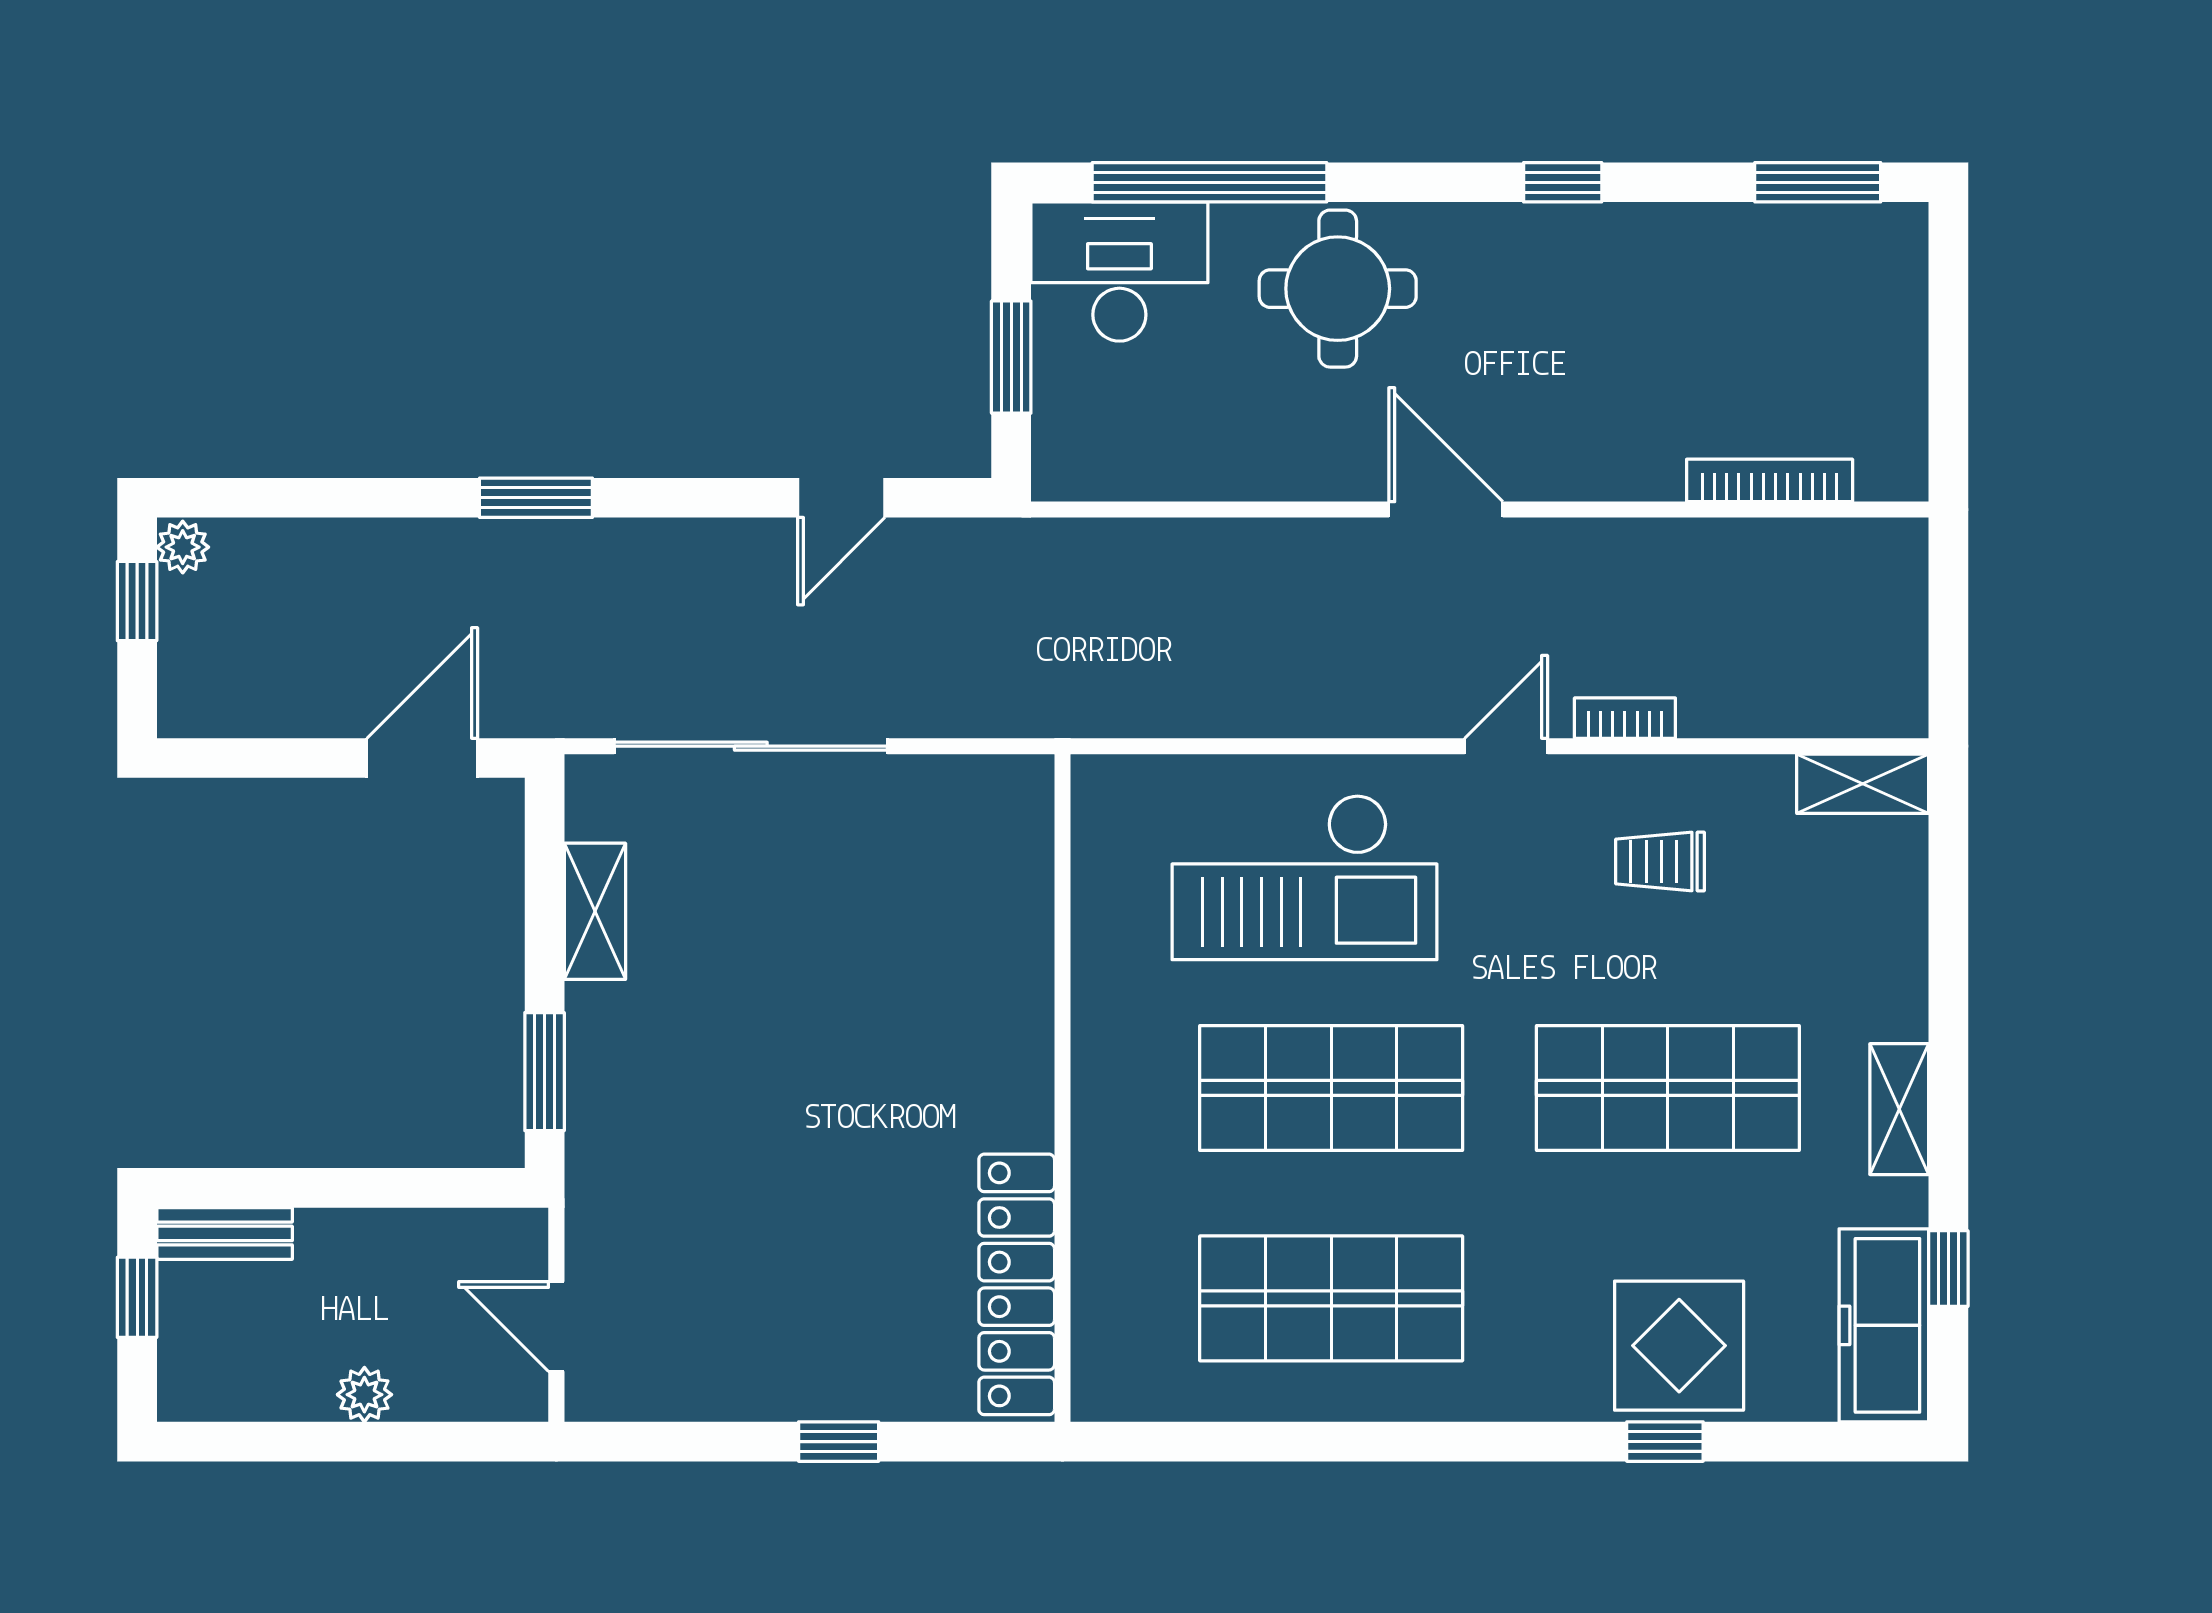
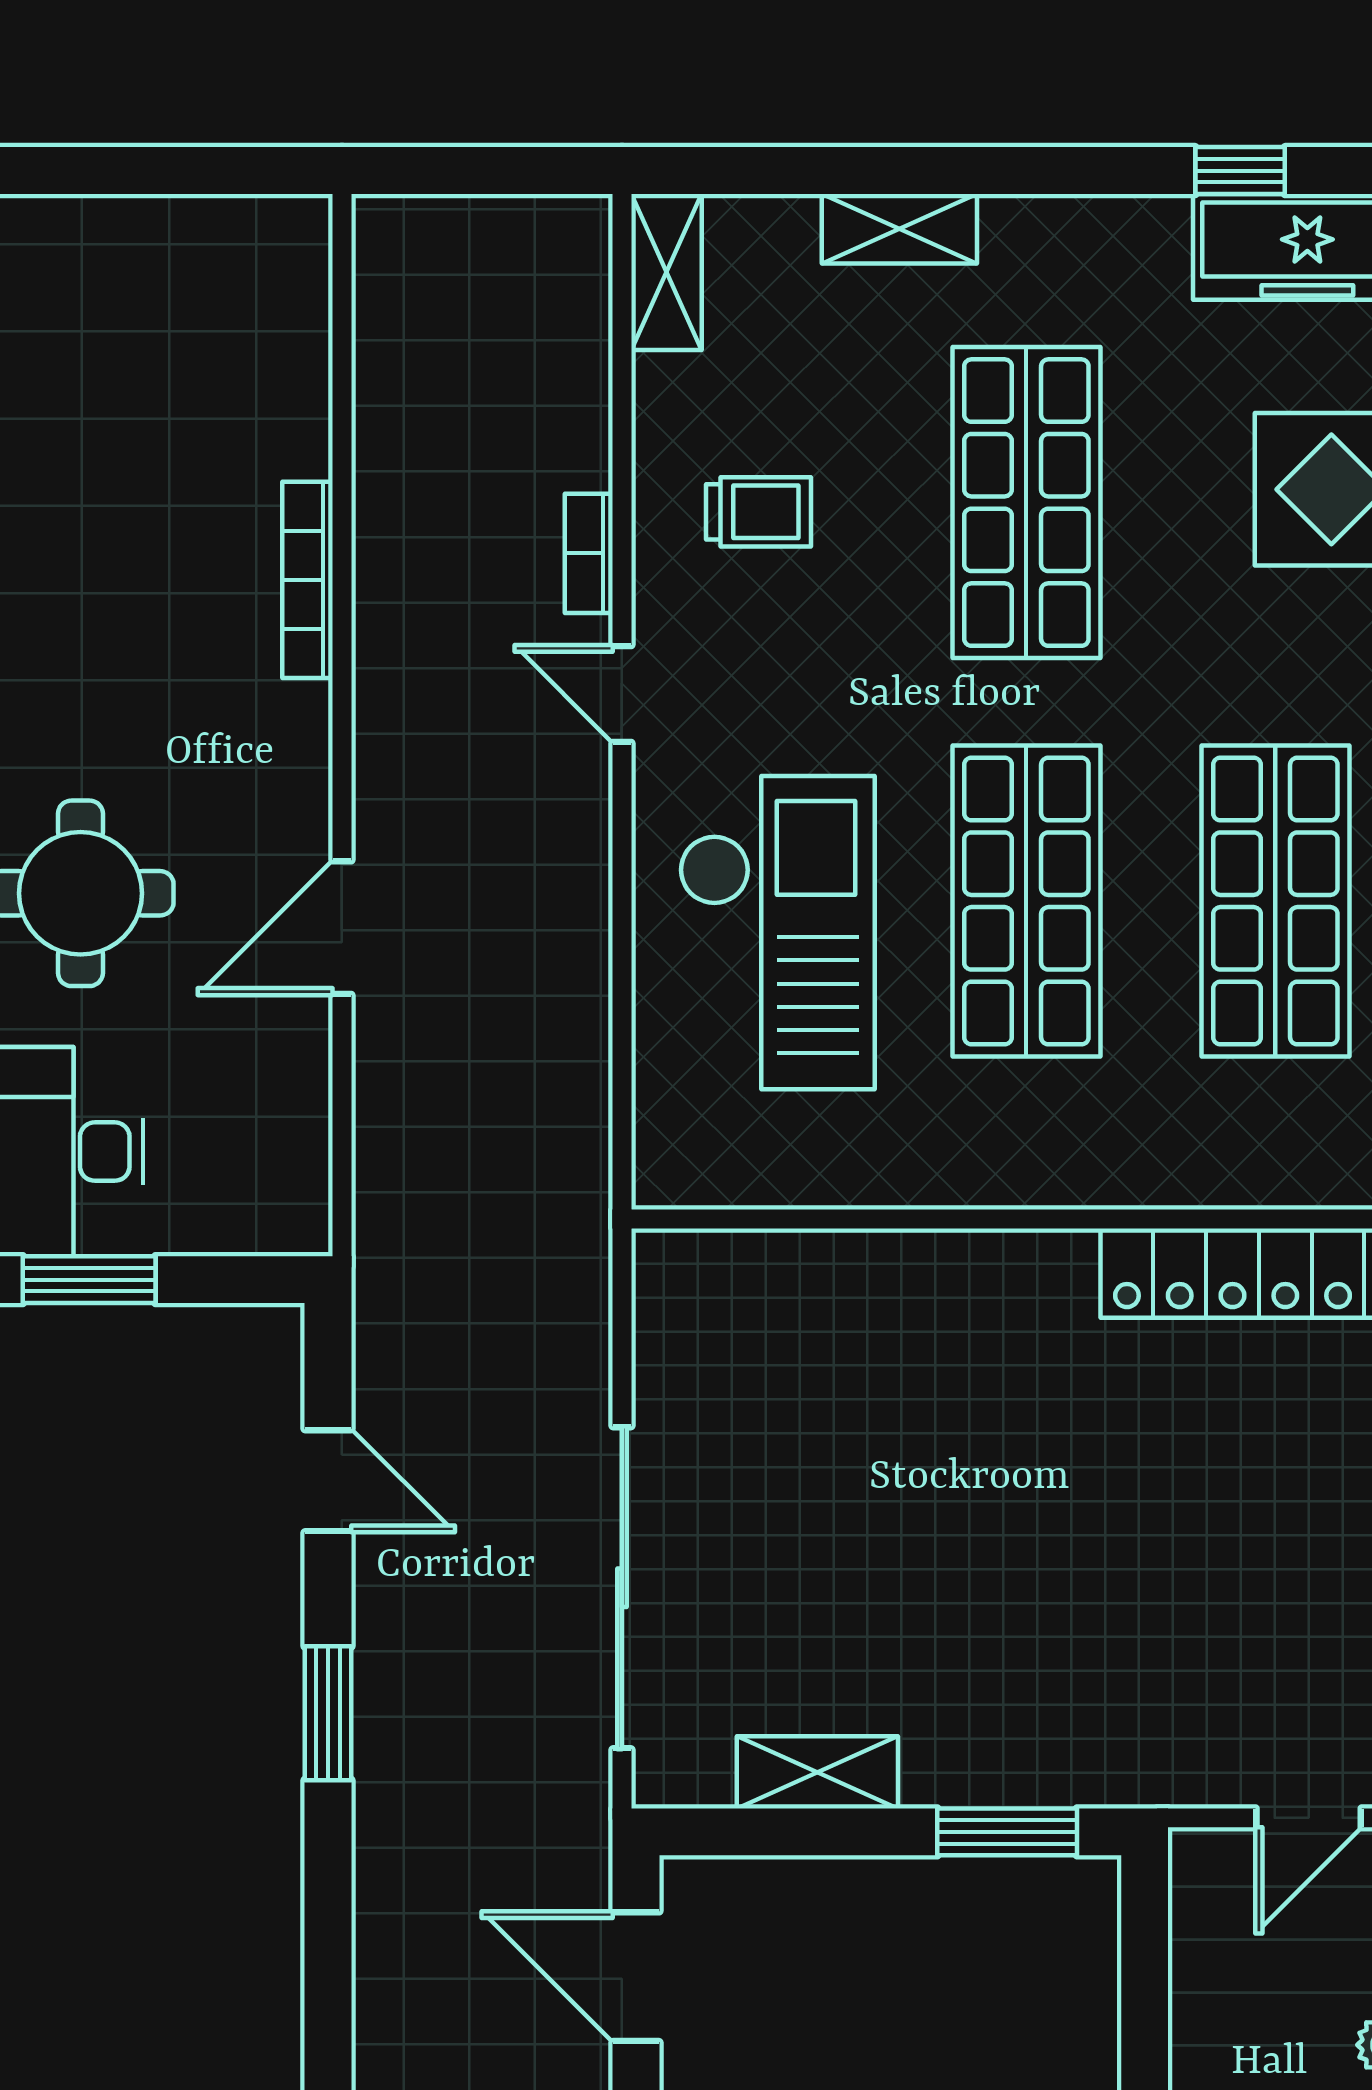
window: (1011, 357) -> (89, 1280), moved
bookcase: (1770, 480) -> (308, 580), moved
window: (536, 498) -> (328, 1713), moved
door: (1446, 510) -> (342, 928), moved
trolley: (1660, 861) -> (758, 512), turned -90
shelving: (1899, 1109) -> (899, 229), moved

